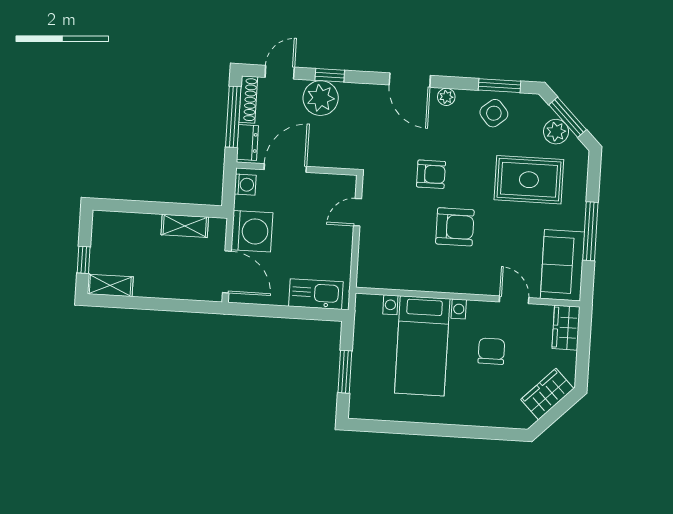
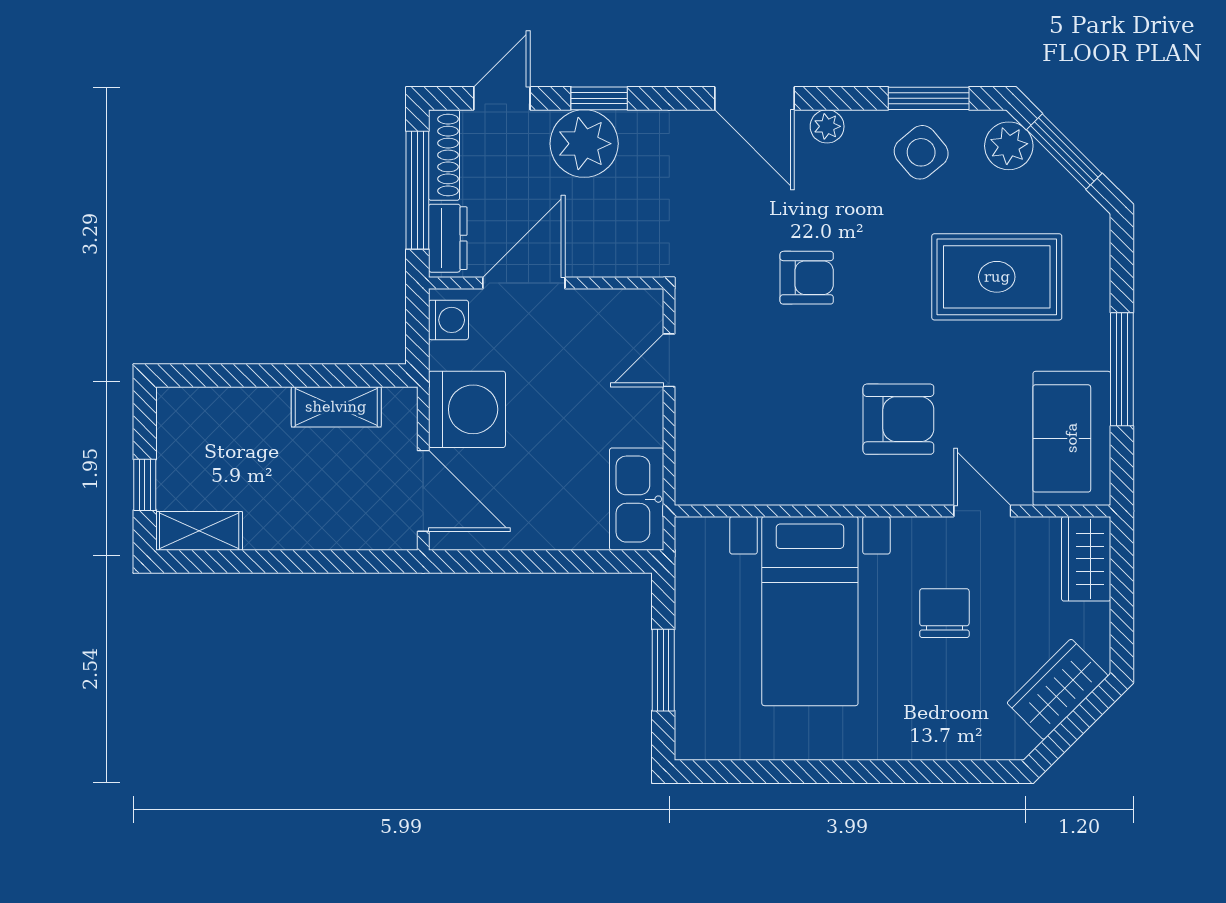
plant: (556, 132) -> (1009, 146), moved
armchair: (455, 227) -> (898, 419), moved
kitchen sink: (316, 294) -> (637, 499), moved, turned -90

